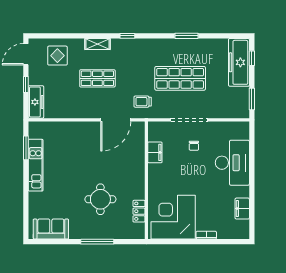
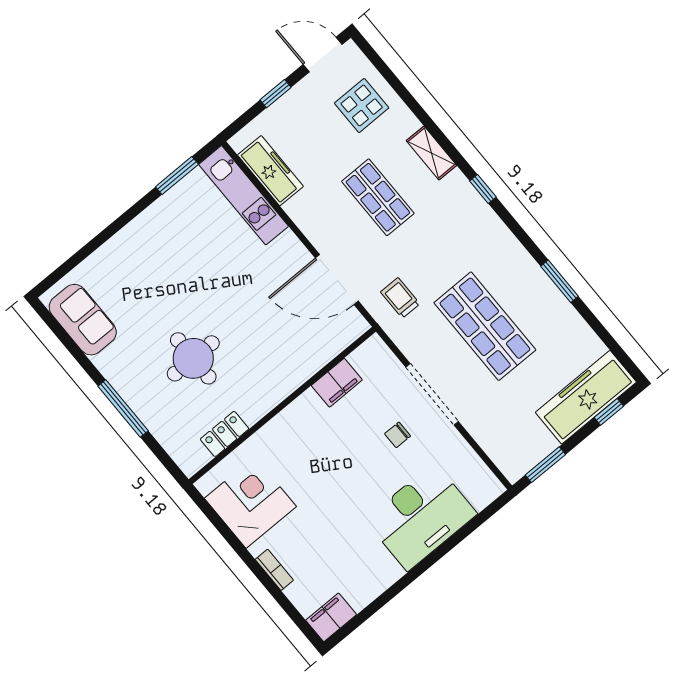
freezer: (36, 102) -> (270, 171), moved, turned -90
kitchen unit: (36, 165) -> (244, 195), moved, turned 90
filing cabinet: (242, 209) -> (331, 617), moved
corner desk: (173, 217) -> (250, 502), width x0.74, depth x0.74

